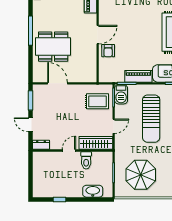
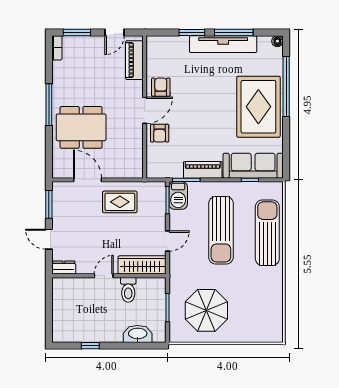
armchair: (109, 18) -> (161, 87), added
rug: (97, 101) -> (120, 202), moved

